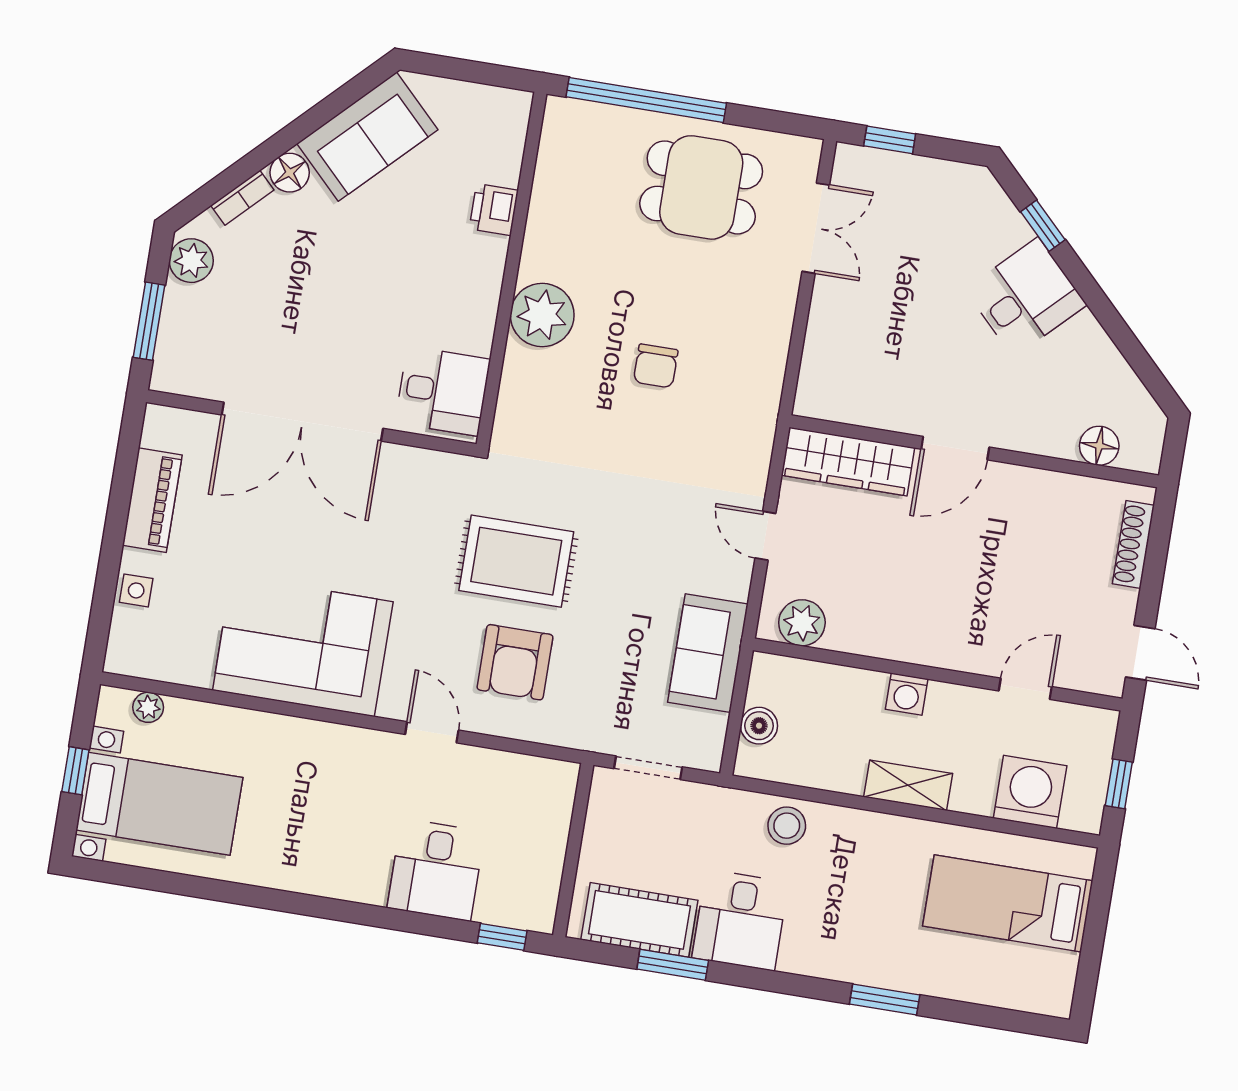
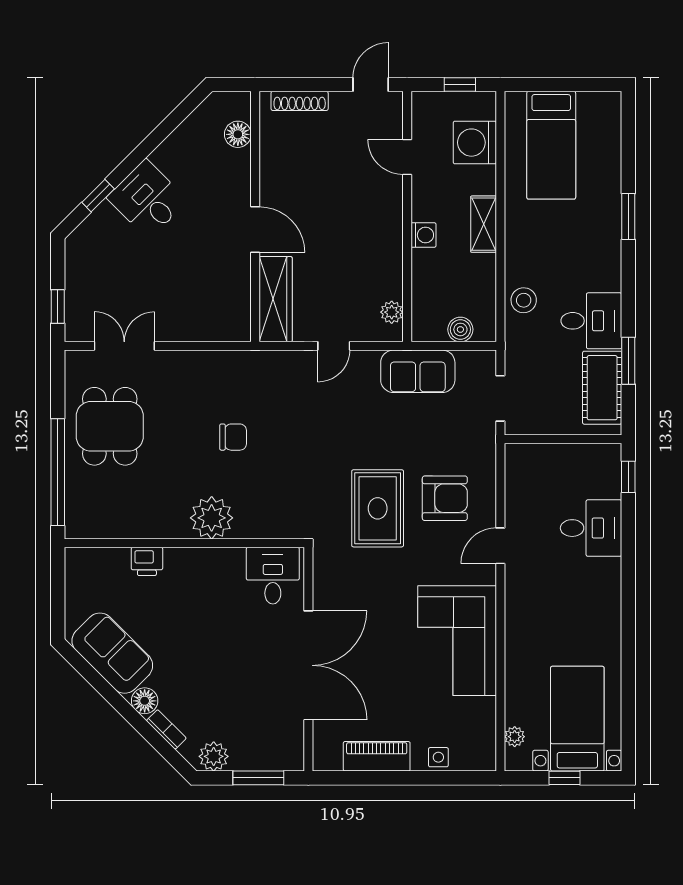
plant: (802, 623) -> (392, 312), width x0.73, depth x0.73

